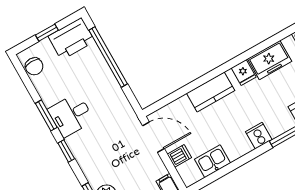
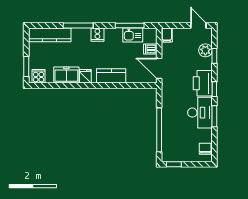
window: (47, 33) -> (174, 164), moved
printer: (71, 39) -> (203, 83), moved, turned -90
desk: (71, 115) -> (200, 113), width x1.37
window: (224, 171) -> (130, 25), added

